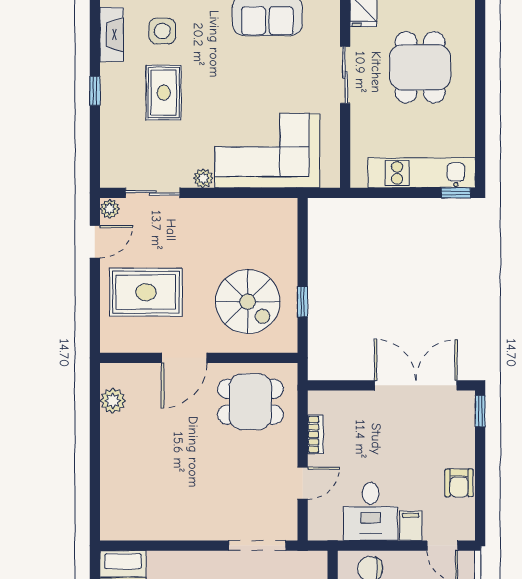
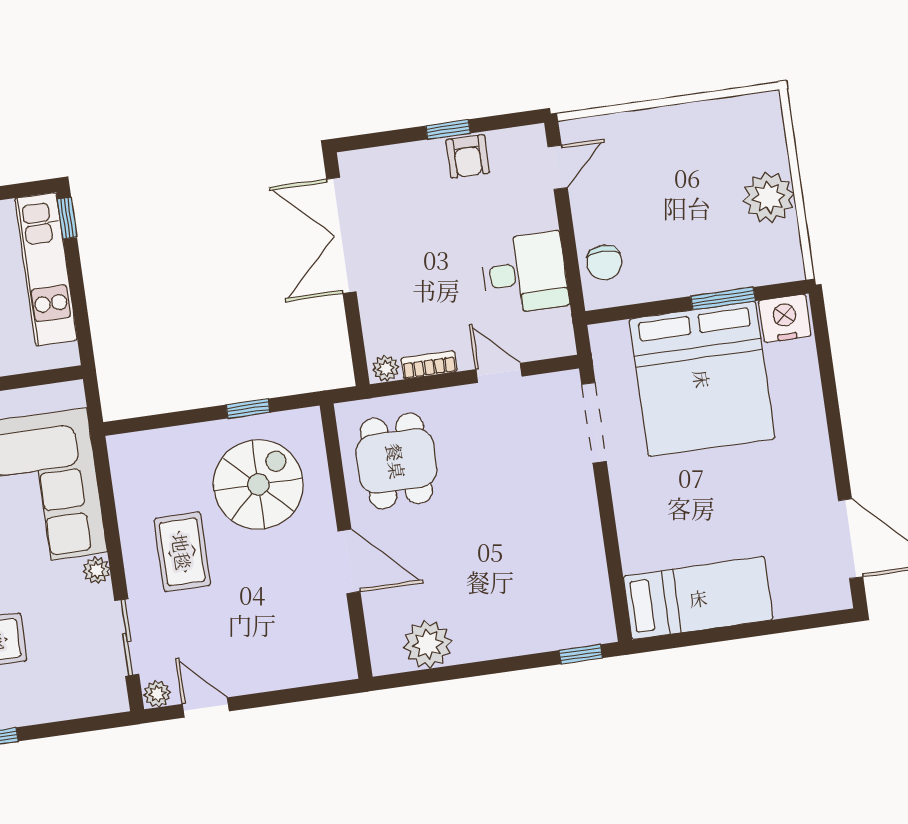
rug: (146, 292) -> (182, 552), moved, width x0.73, depth x0.70
plant: (113, 401) -> (428, 644), width x1.36, depth x1.36
plant: (317, 404) -> (386, 368), added
window: (480, 411) -> (448, 129), moved
armchair: (459, 483) -> (468, 156), turned 90
window: (95, 513) -> (581, 654), added
filing cabinet: (411, 526) -> (536, 215), removed

